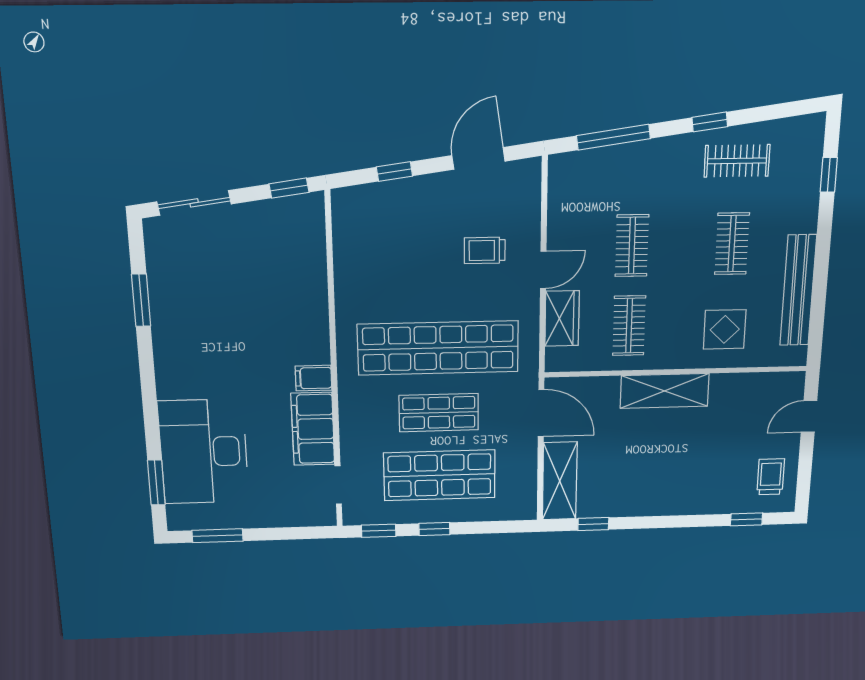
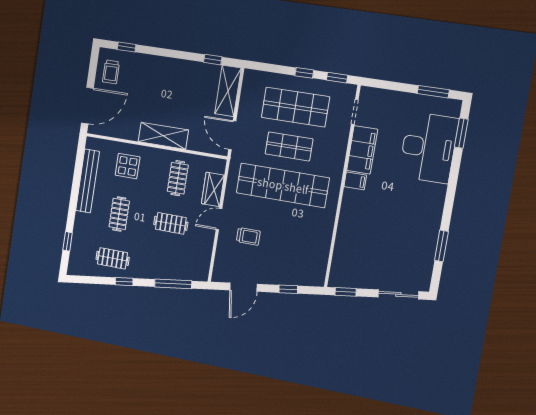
clothes rail: (632, 246) -> (171, 223), turned 90
door: (809, 416) -> (87, 106), width x1.87

